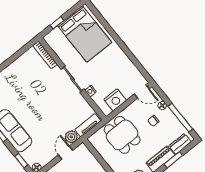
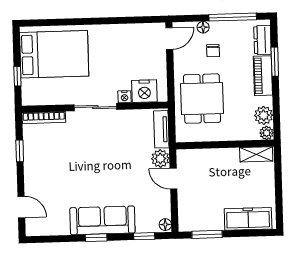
window: (16, 55) -> (20, 151), added
nightstand: (115, 100) -> (144, 91), moved, turned 90
dining table: (122, 135) -> (202, 99), turned 90

